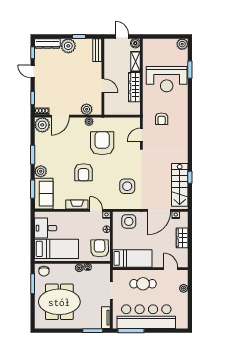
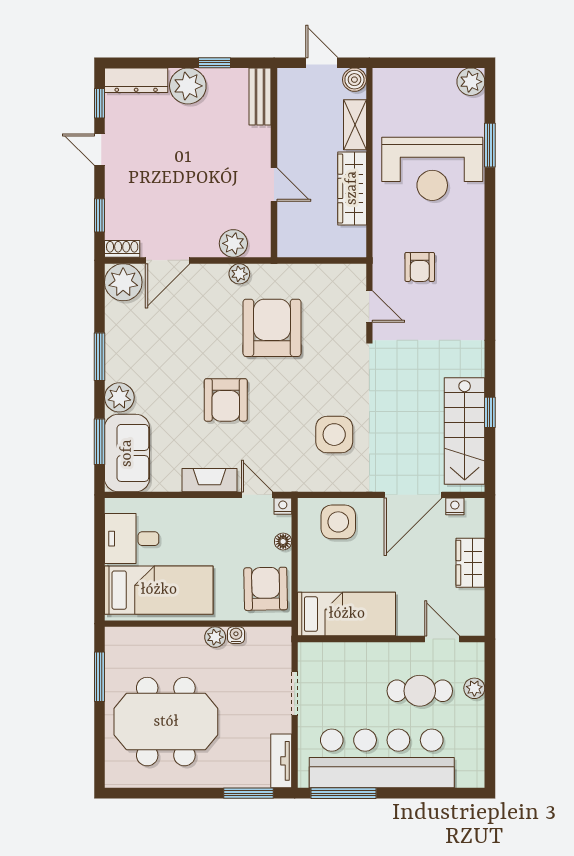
door: (141, 135) -> (369, 307), swing flipped
chair: (44, 271) -> (127, 645), removed
cafe table: (143, 284) -> (420, 691), moved

